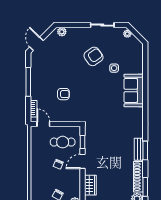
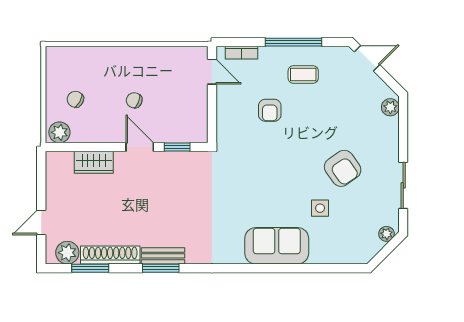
coffee table: (45, 77) -> (303, 75), added
door: (43, 124) -> (212, 72), hinge flipped
cafe table: (63, 142) -> (177, 109), removed

